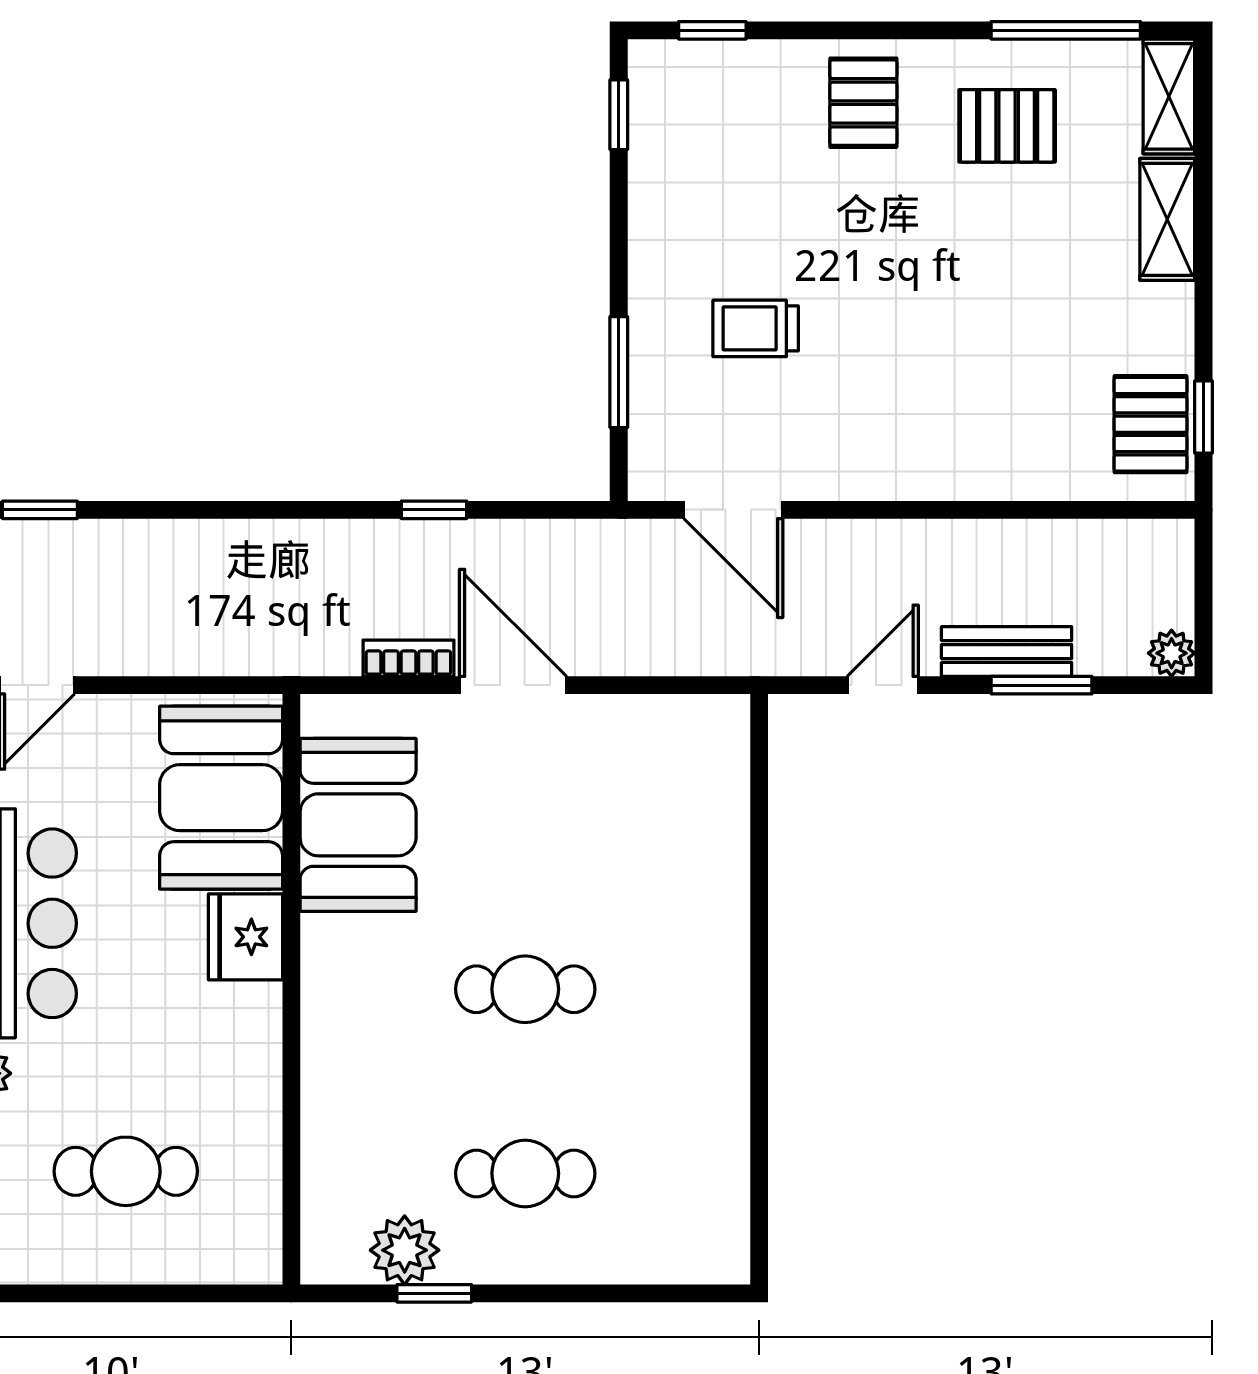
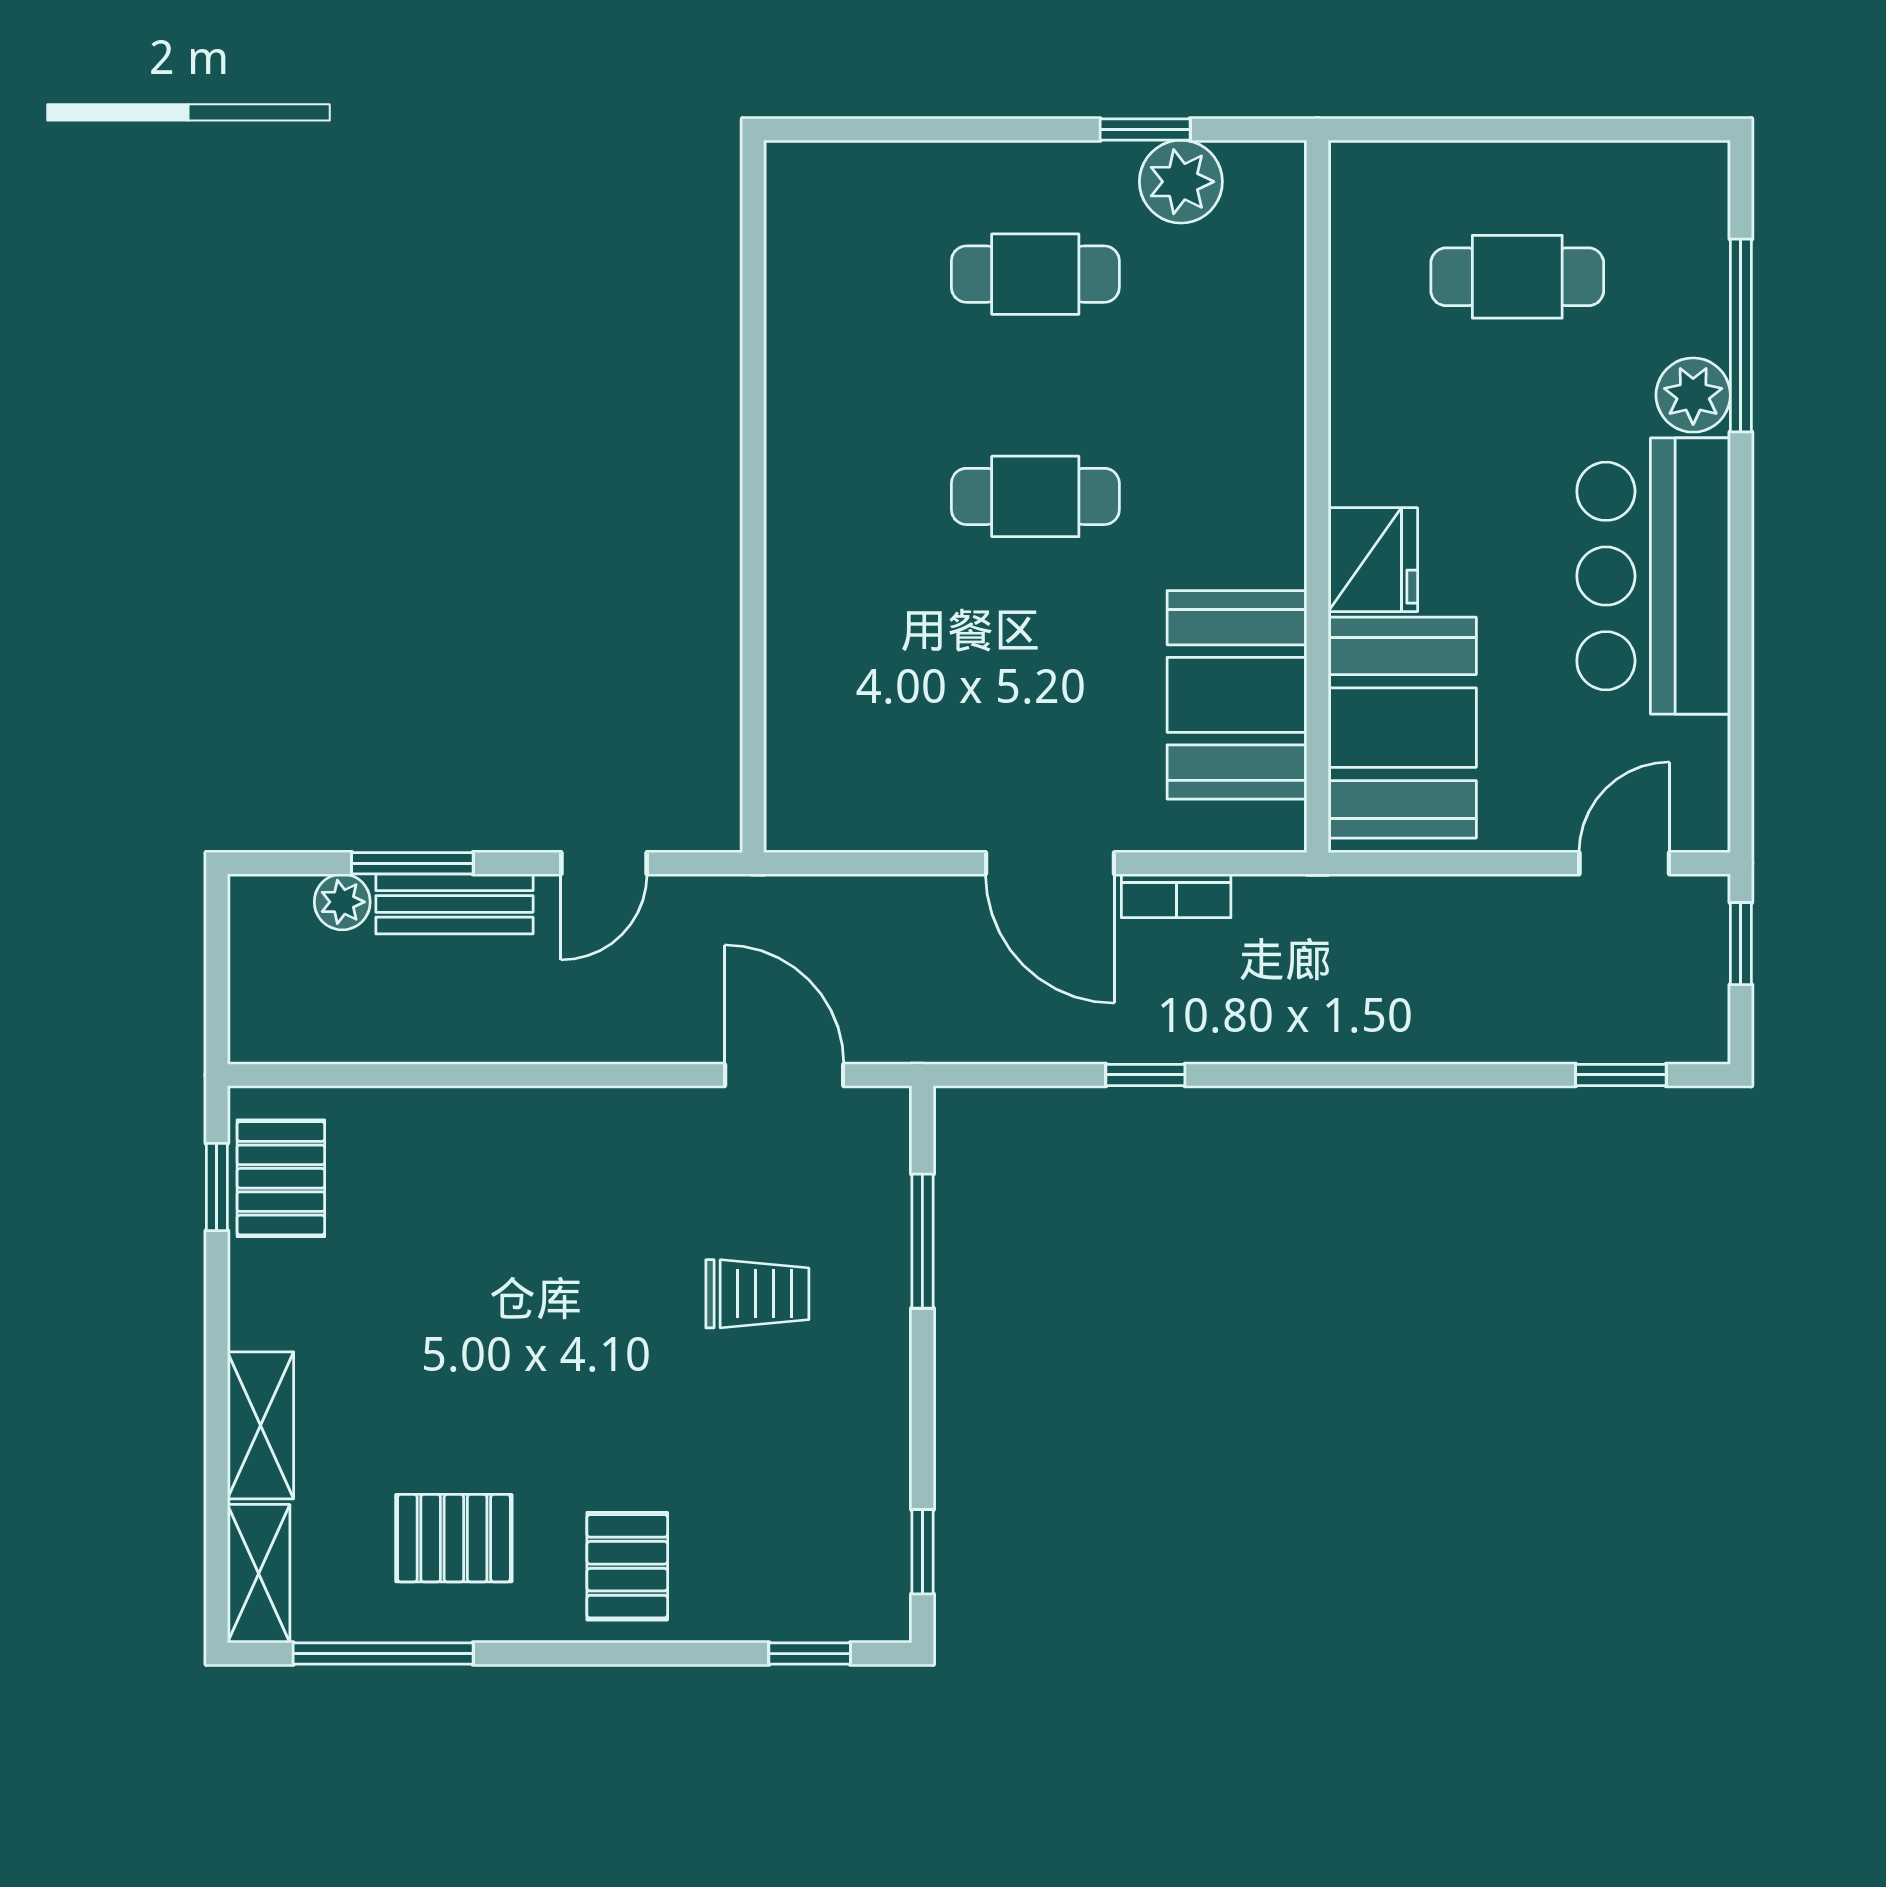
plant: (1172, 653) -> (342, 902), moved

